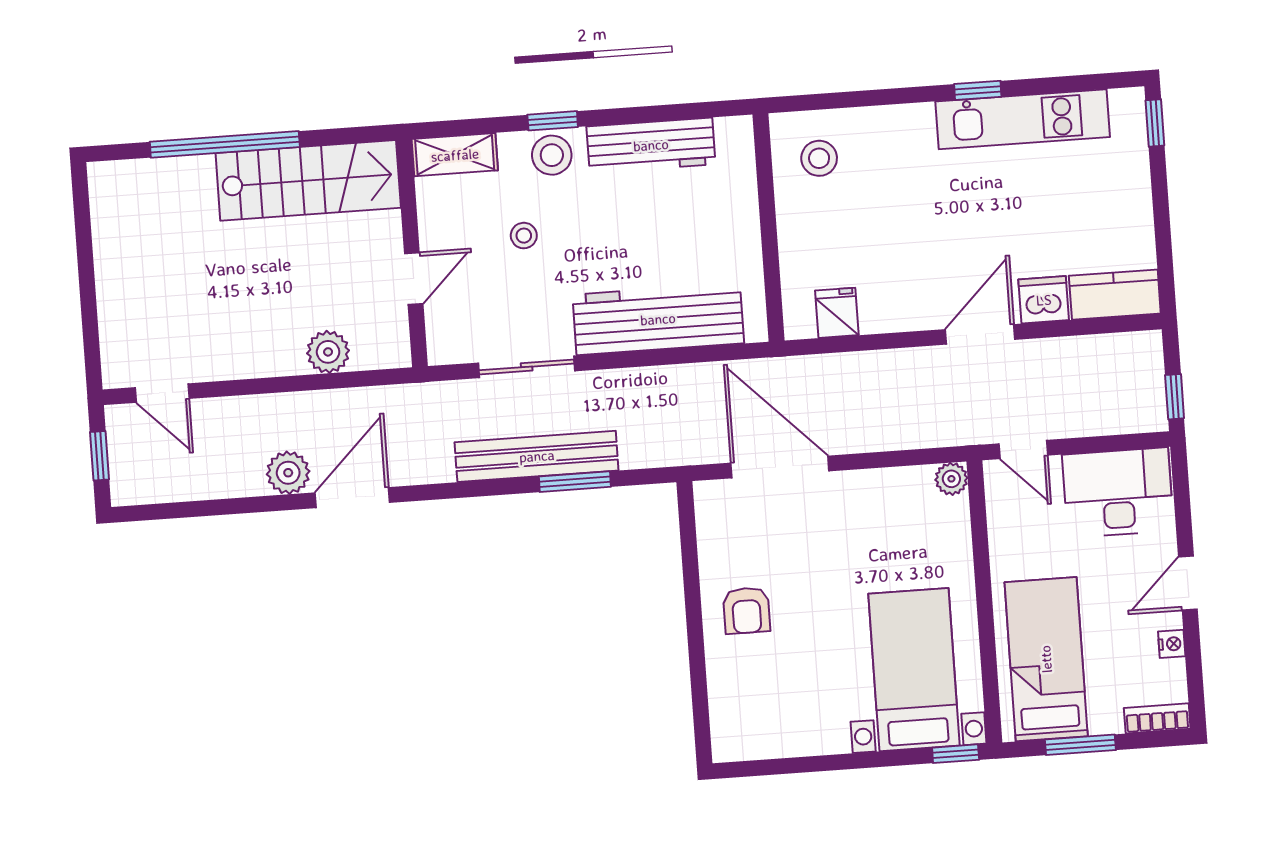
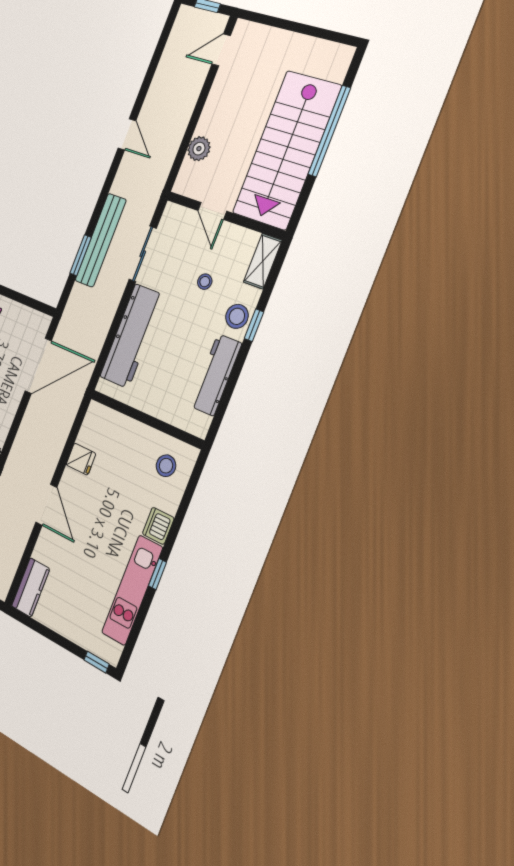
stairs: (308, 180) -> (287, 150), width x1.36, depth x1.51
dishwasher: (1044, 300) -> (158, 526), moved, turned 180
fridge: (837, 313) -> (81, 459), moved
plant: (288, 473) -> (153, 105), removed
door: (352, 498) -> (127, 134), width x0.73

